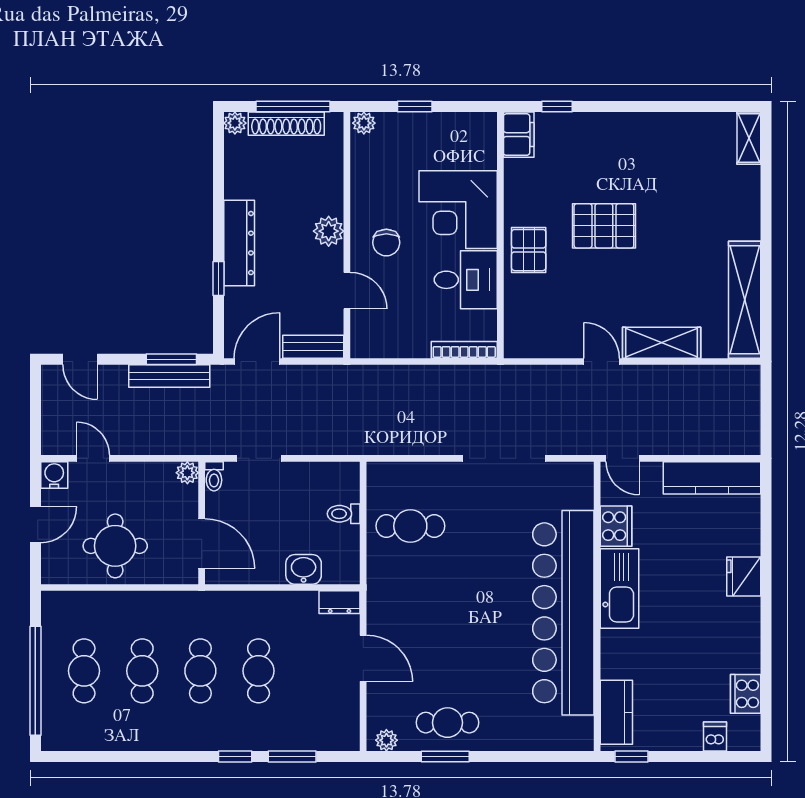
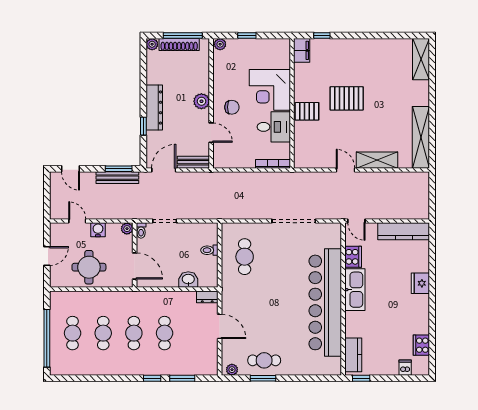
shelving: (749, 138) -> (421, 59), width x1.50, depth x1.33
chair: (386, 243) -> (232, 107), turned -90
pallet: (529, 250) -> (307, 111), turned 90
water cooler: (54, 475) -> (98, 230), moved
cafe table: (410, 526) -> (245, 257), turned 90

